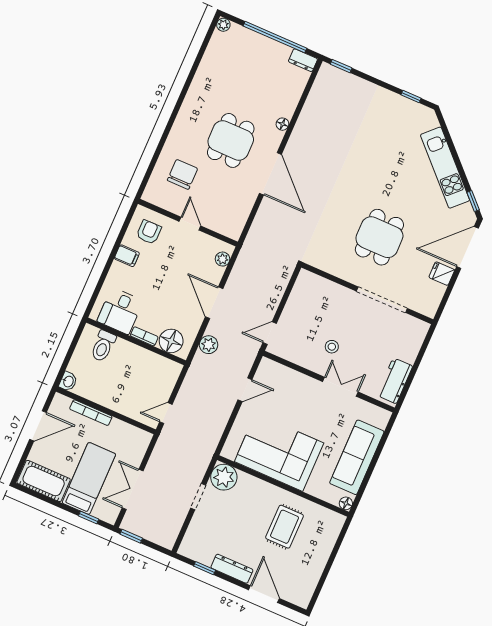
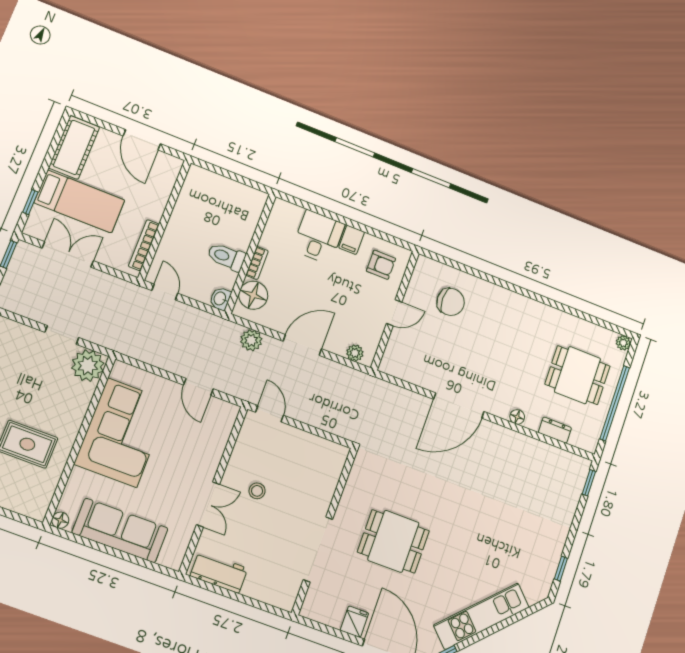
dresser: (303, 60) -> (555, 430), moved, turned 90
dining table: (231, 140) -> (578, 375), moved
desk: (120, 311) -> (318, 237), moved, turned 90
toilet: (103, 346) -> (226, 257), moved
washbasin: (68, 381) -> (220, 299), moved, turned 90
bookcase: (91, 413) -> (144, 245), moved

